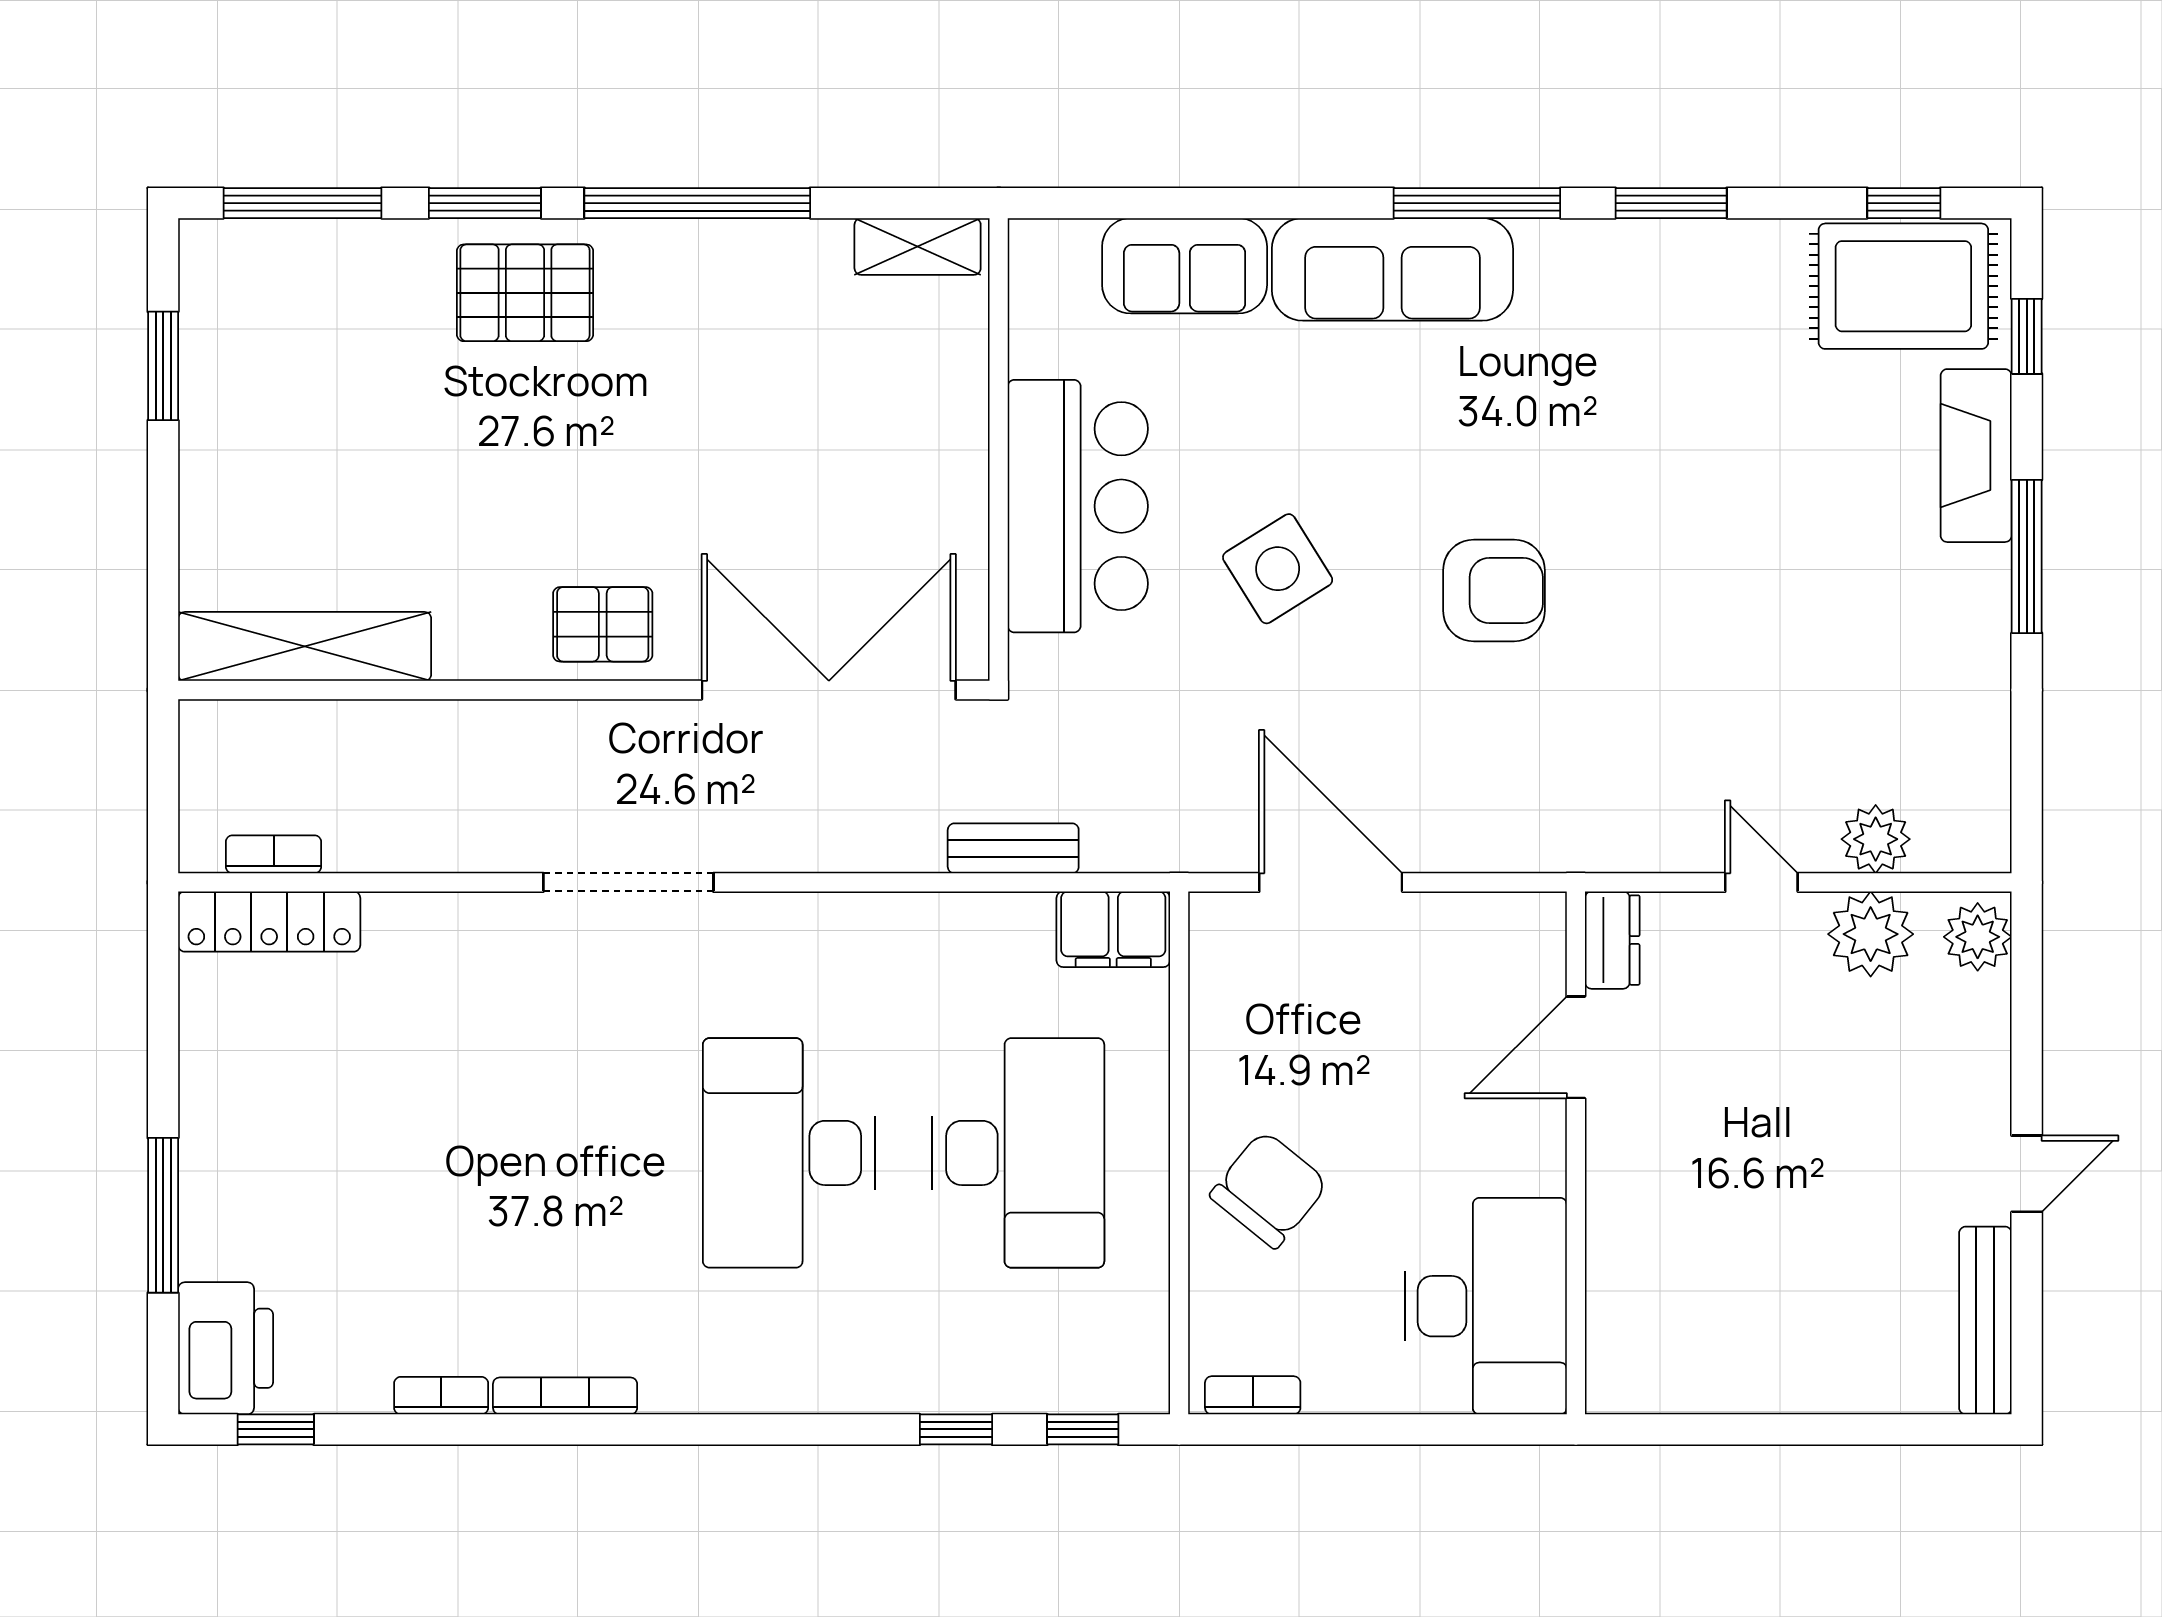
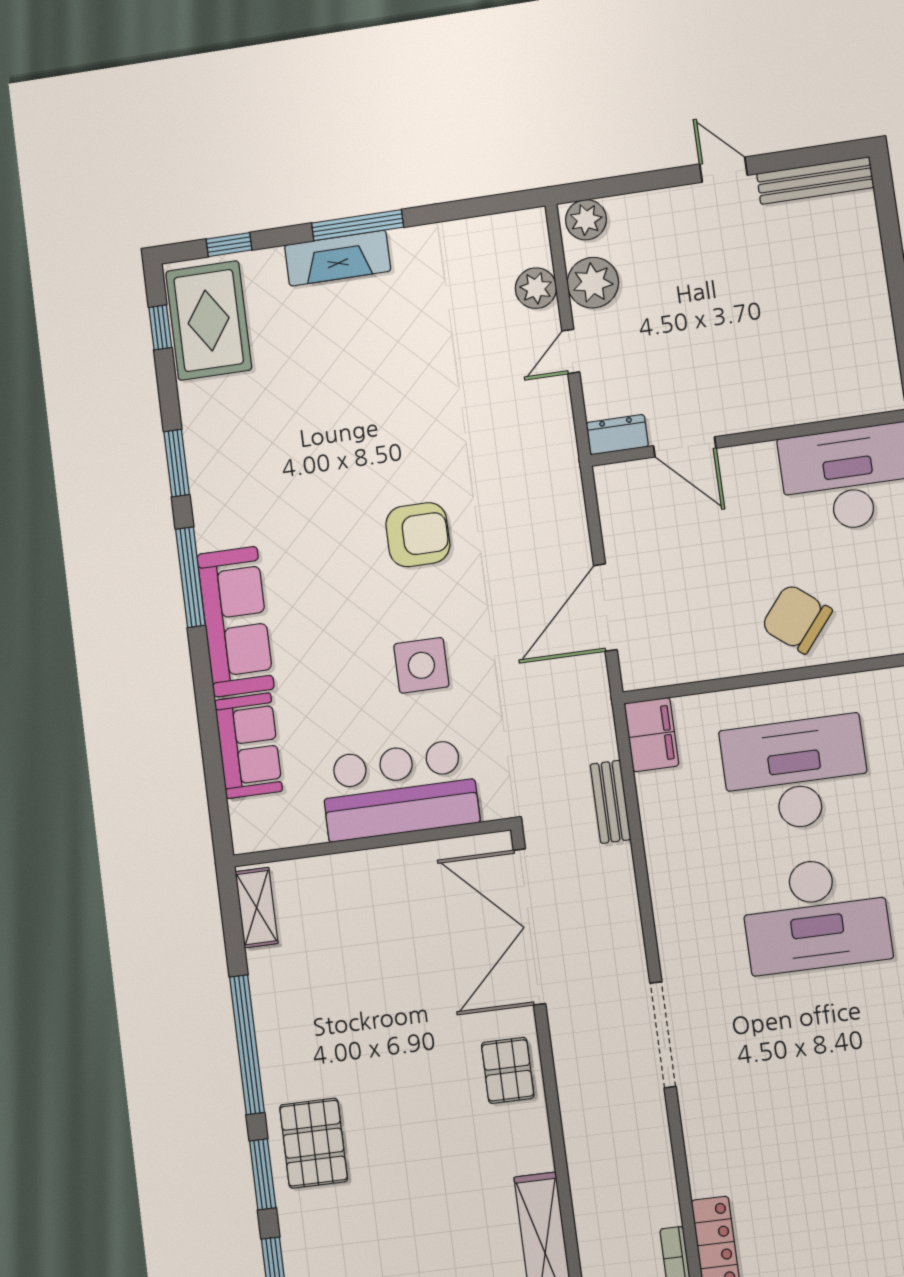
fireplace: (1976, 456) -> (338, 258), moved
side table: (1278, 569) -> (421, 665), turned 32
armchair: (1494, 591) -> (418, 535), turned 90

